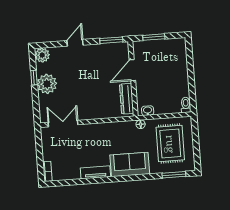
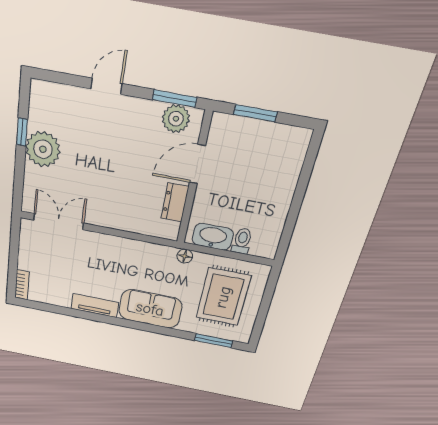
plant: (42, 55) -> (176, 119), moved
dresser: (127, 99) -> (175, 202), width x0.70
toilet: (186, 105) -> (242, 241), moved
washbasin: (148, 111) -> (213, 237), width x1.91, depth x1.45

